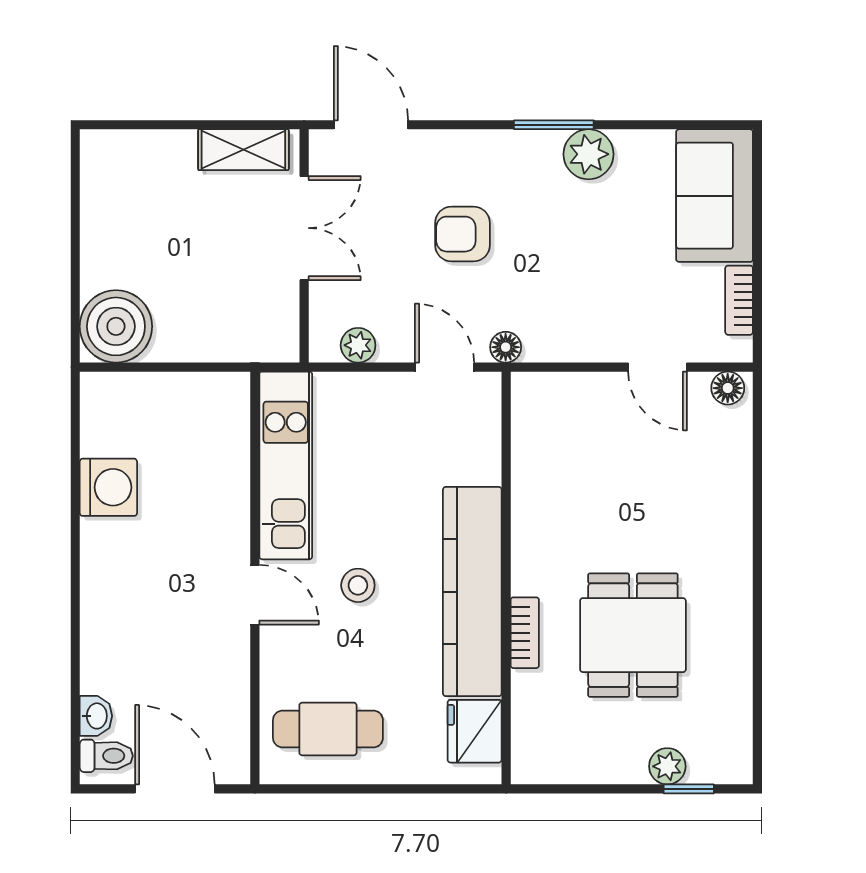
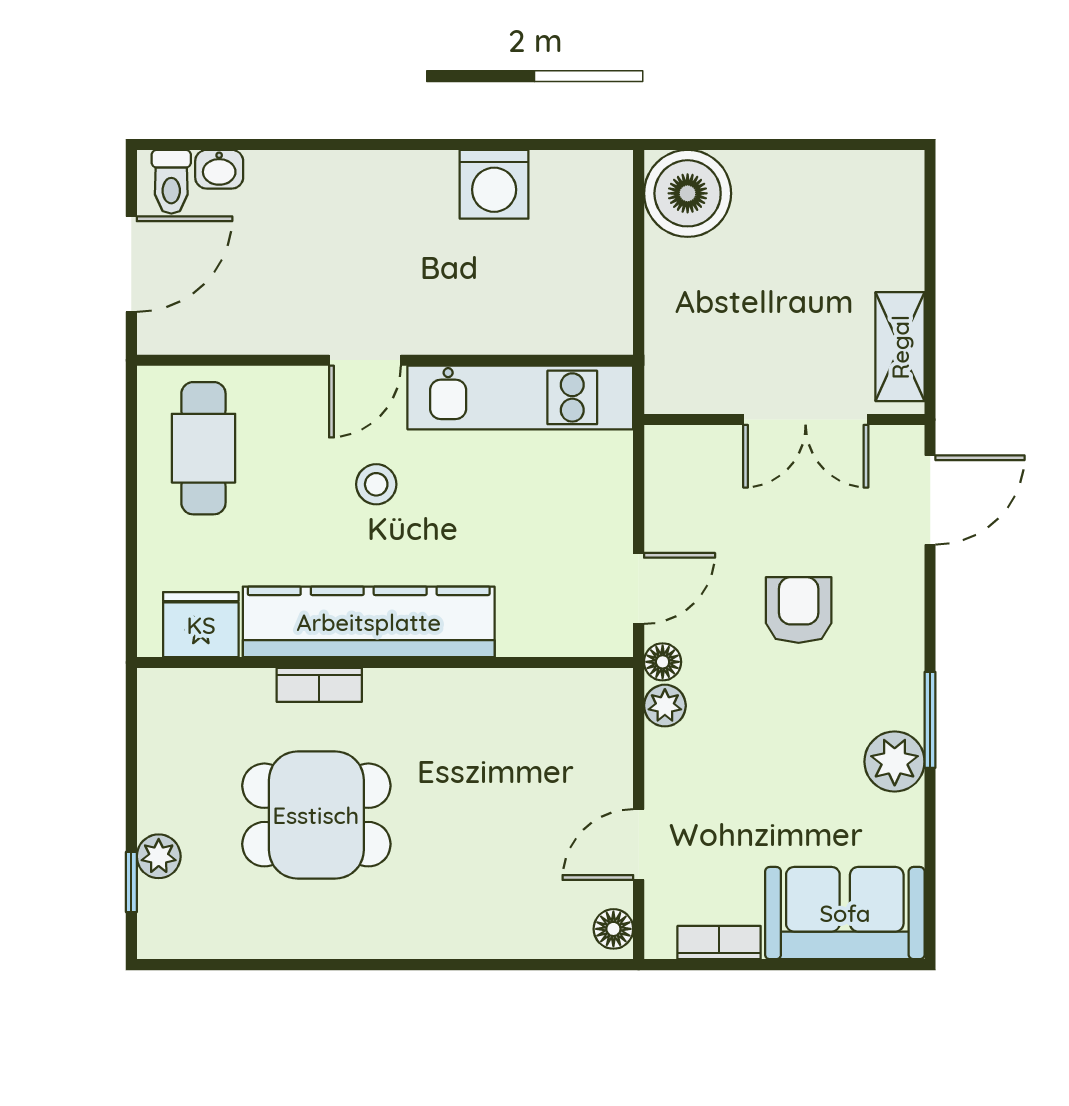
plant: (358, 345) -> (665, 706), moved

